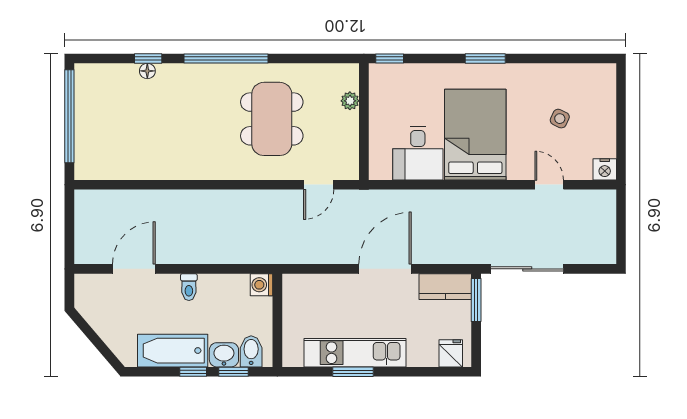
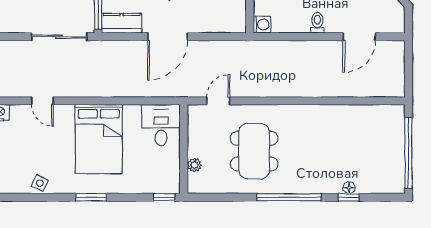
side table: (560, 119) -> (40, 183), moved
desk: (418, 153) -> (161, 125), moved

